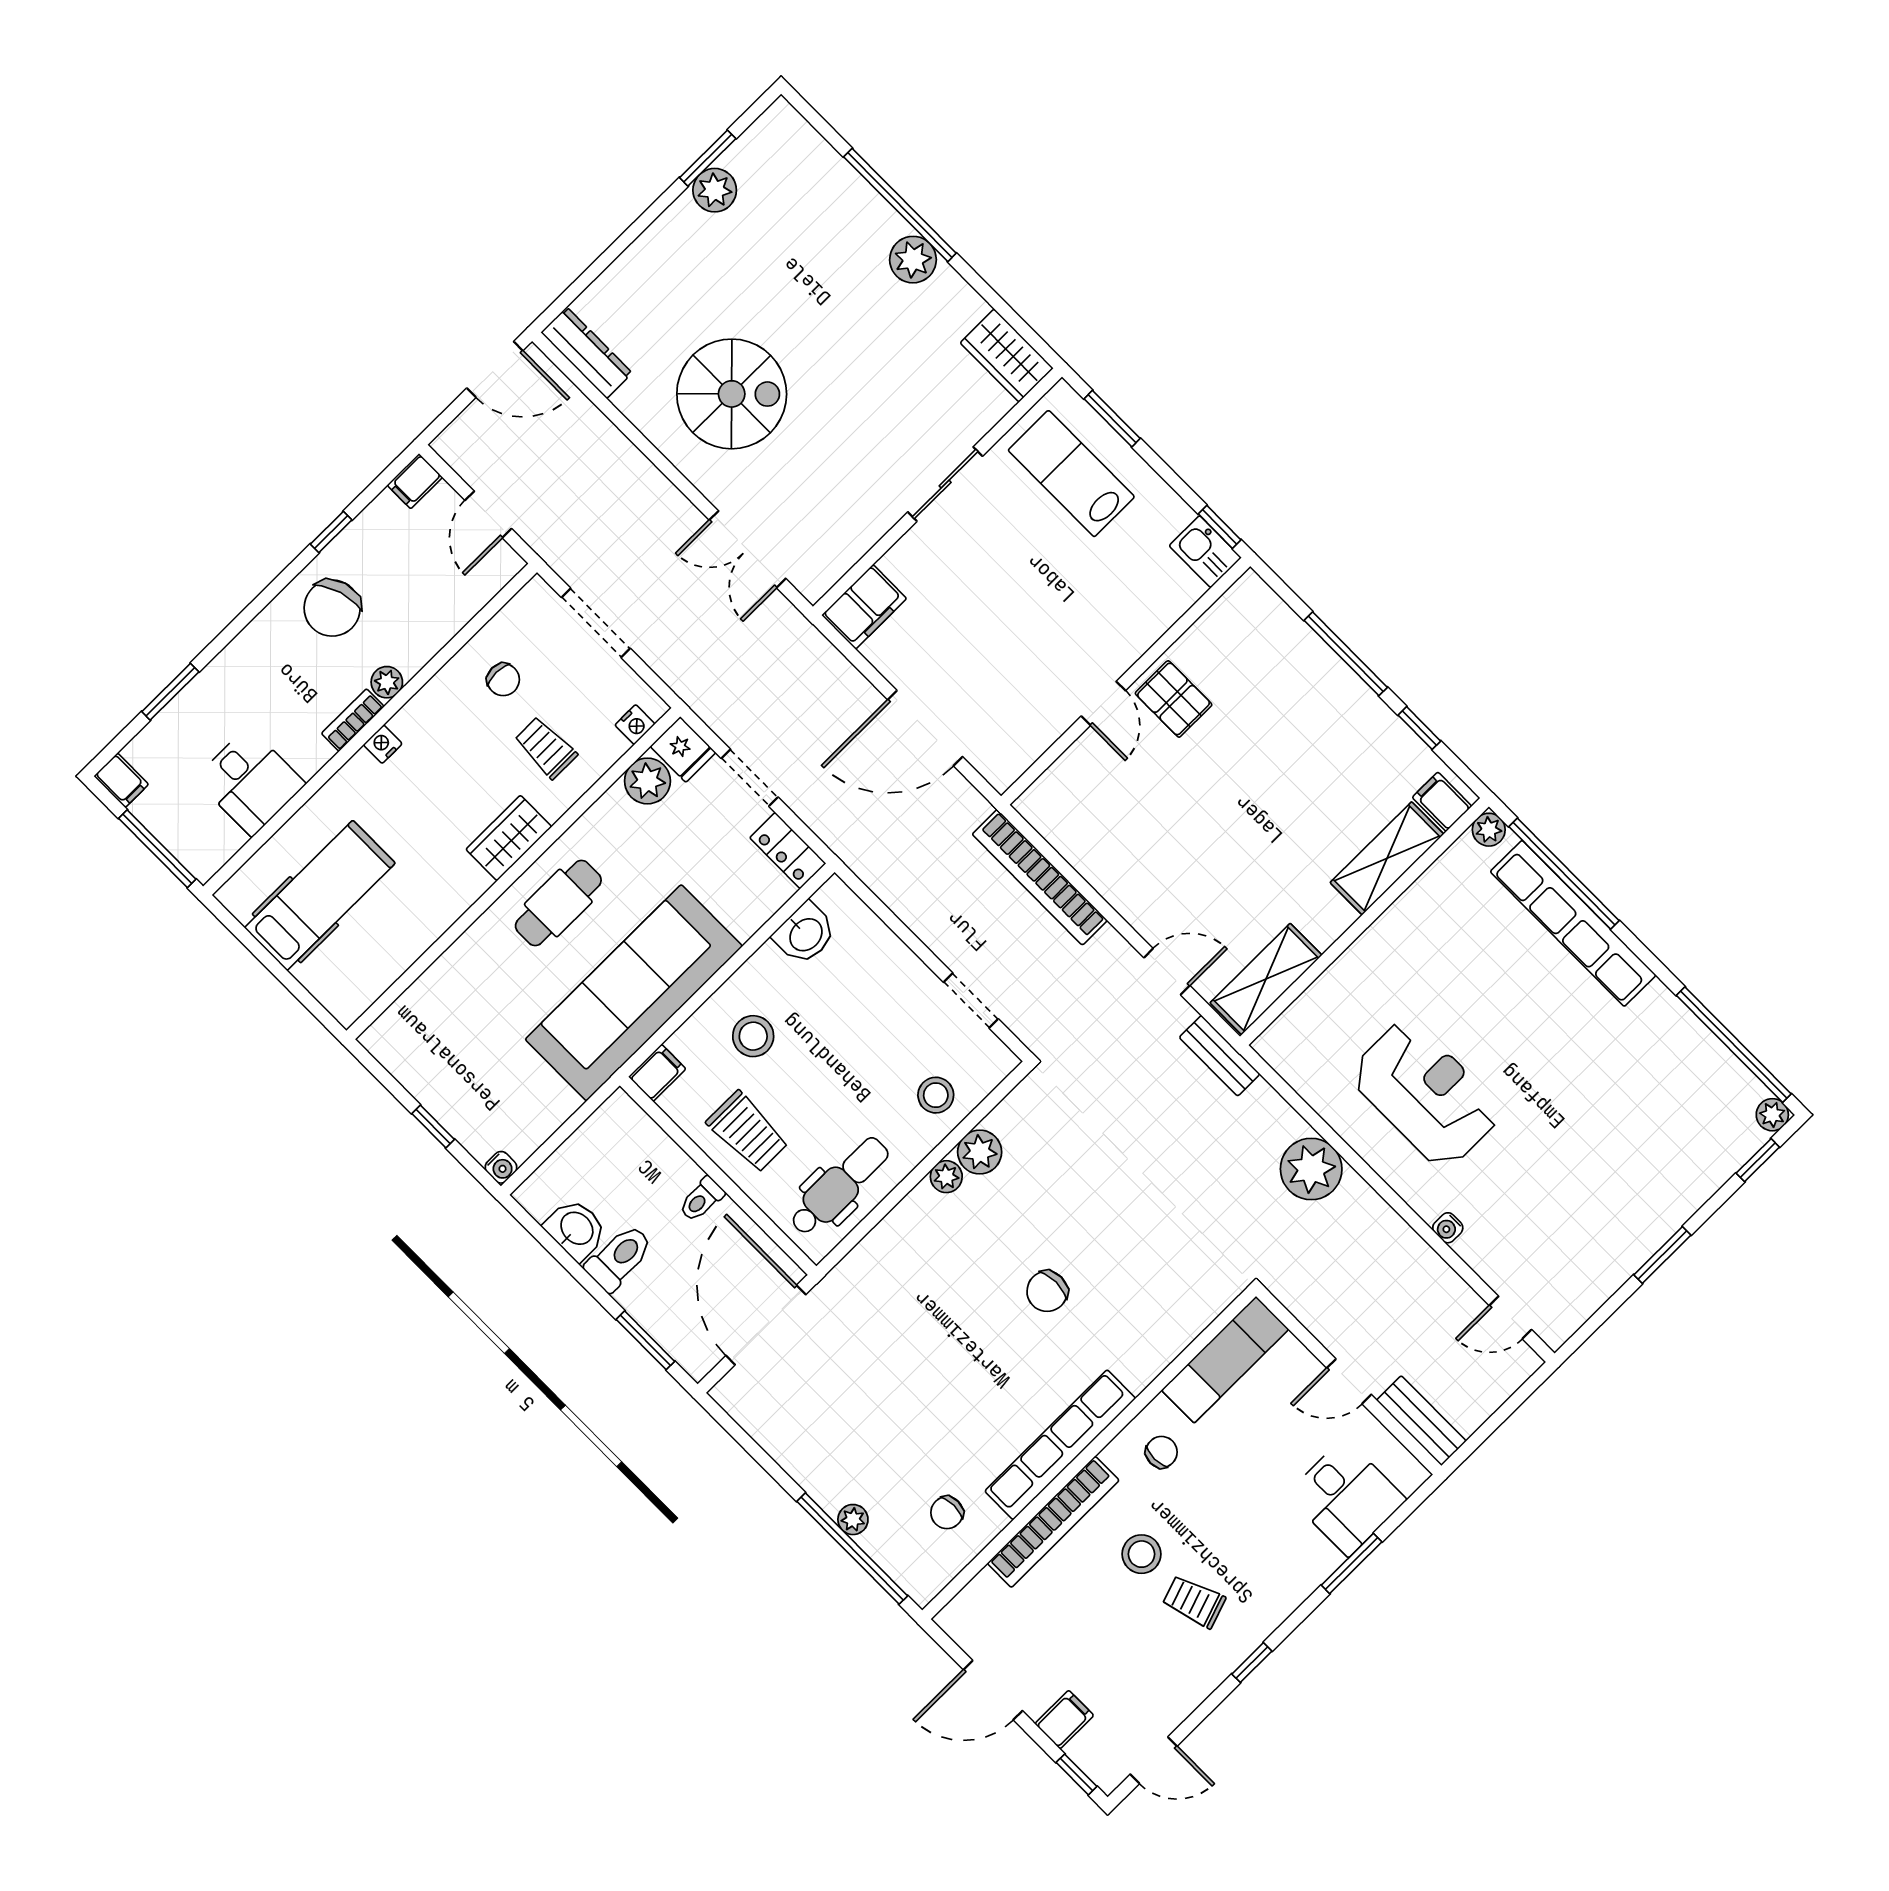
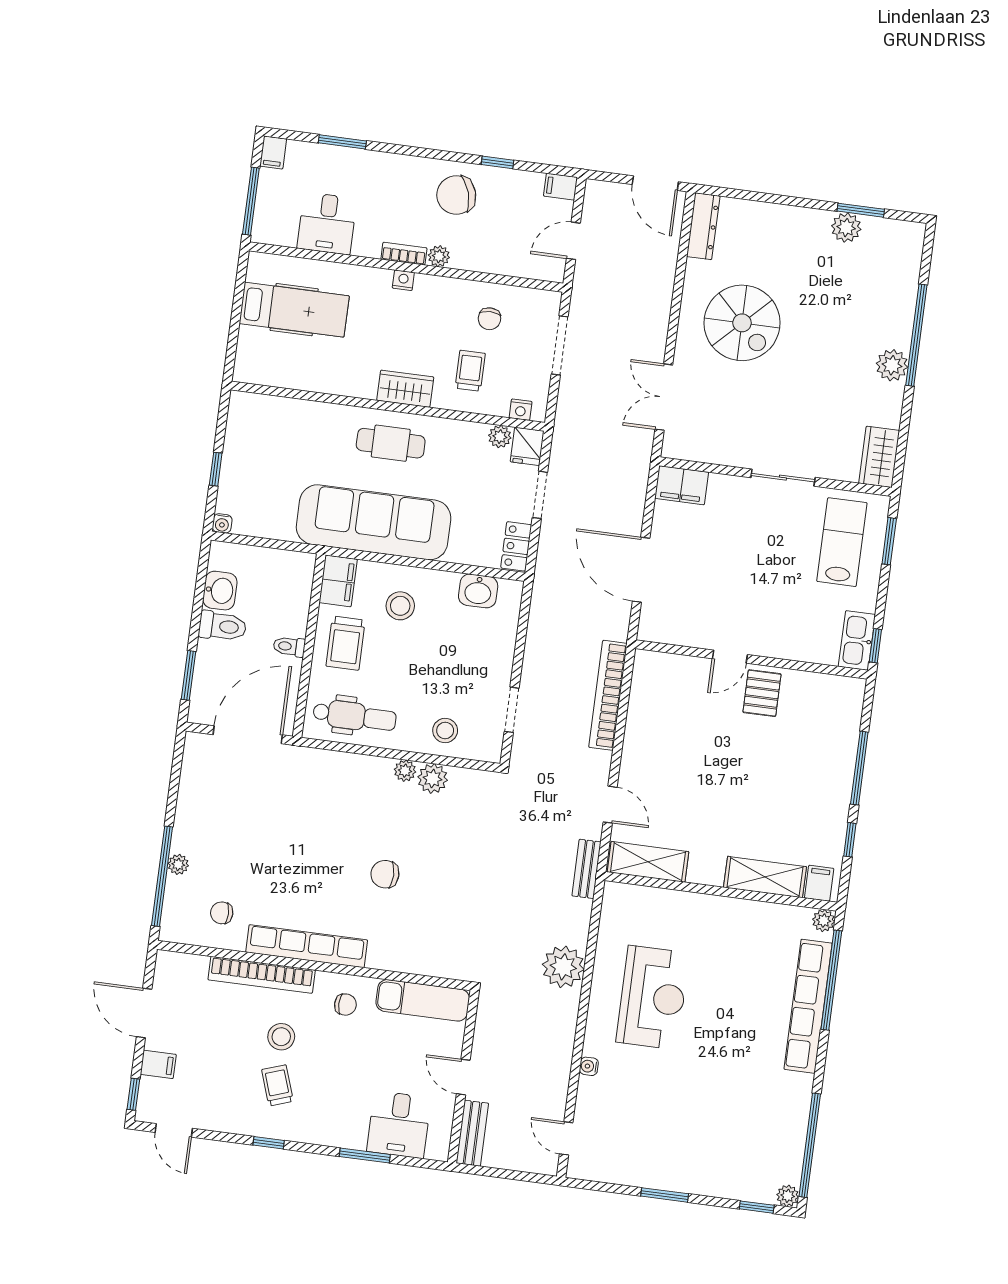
kitchen sink: (1205, 552) -> (857, 641), width x1.38
plant: (647, 781) -> (500, 437), width x0.73, depth x0.73
filing cabinet: (657, 1073) -> (338, 581), width x2.00

